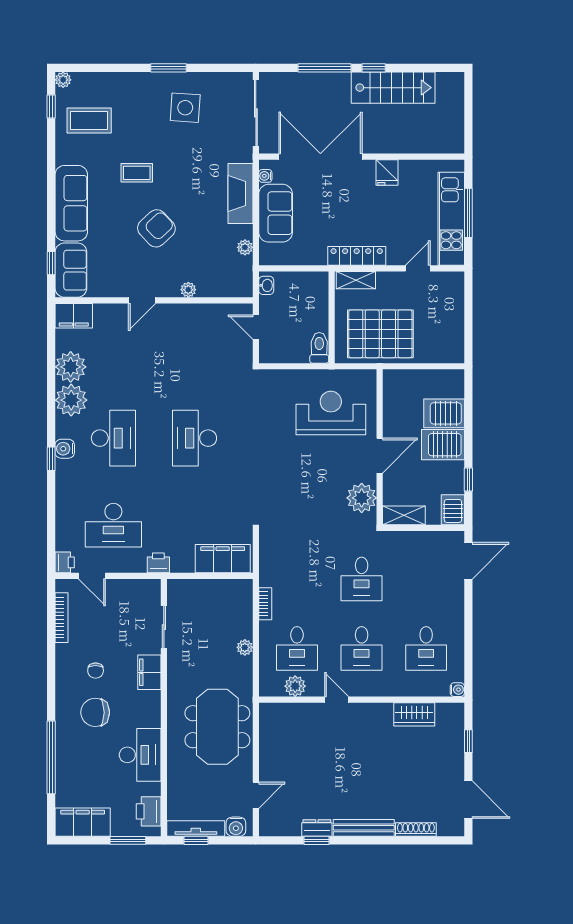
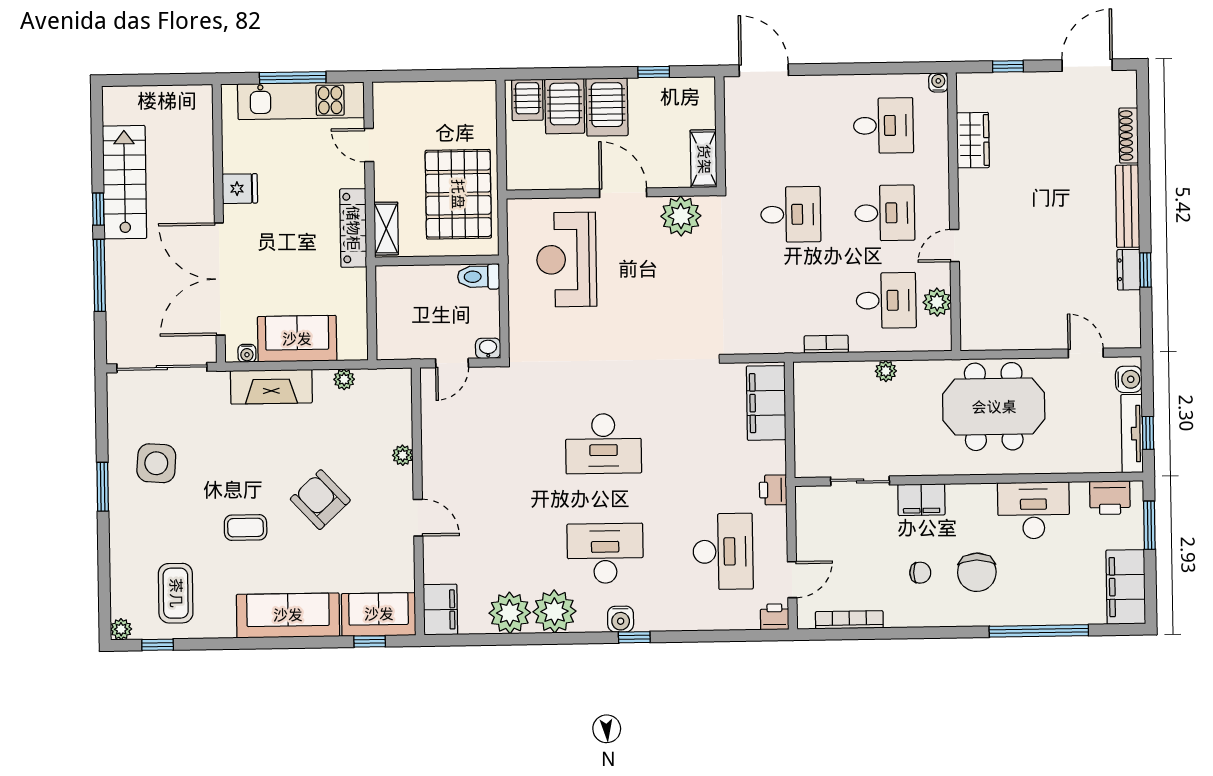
coffee table: (137, 173) -> (246, 528), turned 90
washbasin: (266, 285) -> (488, 348), moved
server rack: (453, 510) -> (527, 100), moved, turned -90

